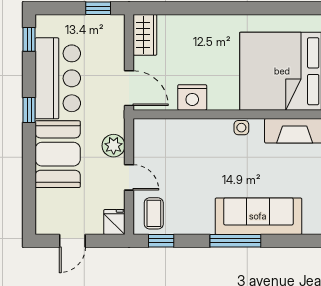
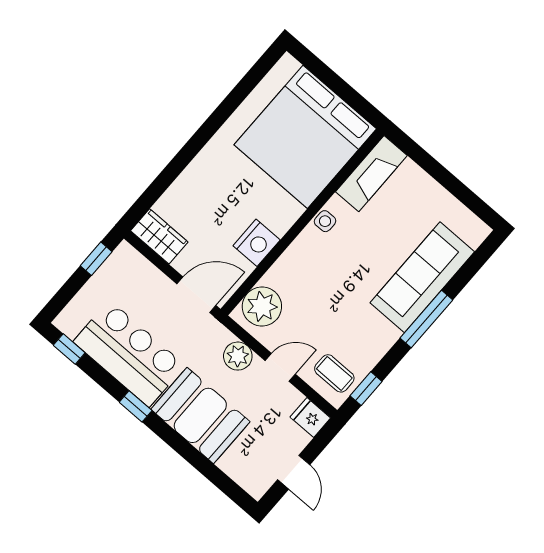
plant: (156, 134) -> (262, 306), added

